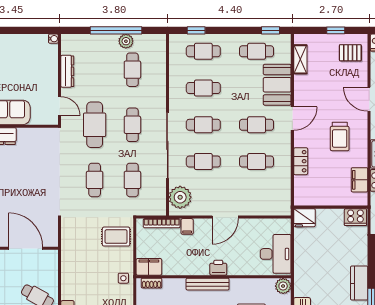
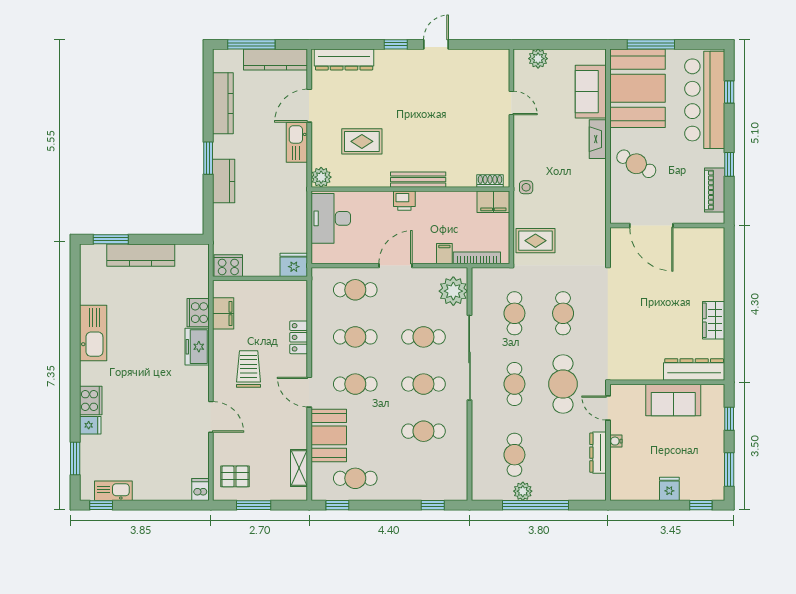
window: (336, 30) -> (254, 505), width x1.50
water cooler: (53, 39) -> (616, 441), moved
fridge: (12, 43) -> (669, 489), added
cafe table: (203, 51) -> (355, 290), moved
door: (292, 119) -> (309, 392), hinge flipped

